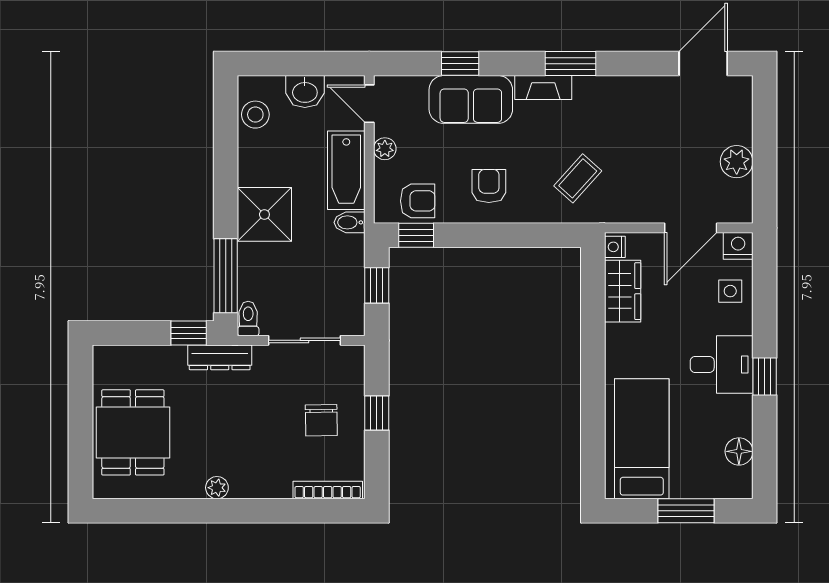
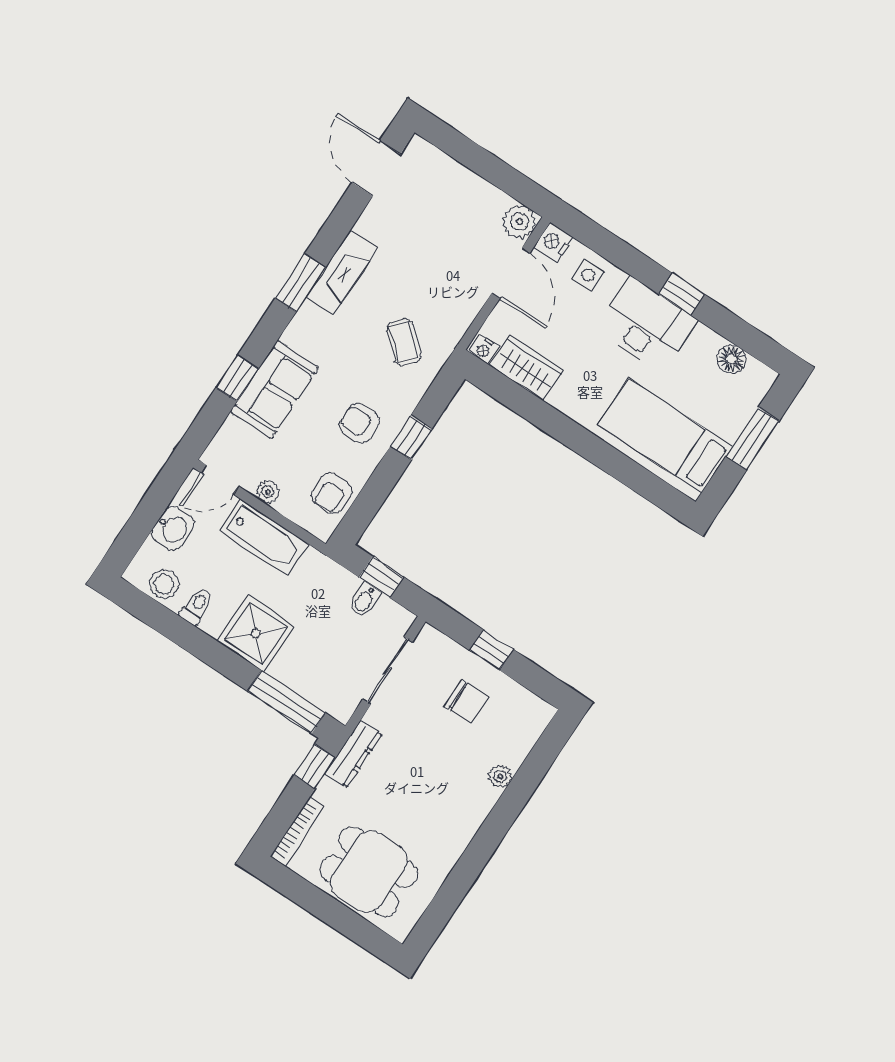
fireplace: (543, 87) -> (342, 273), moved, width x1.37, depth x1.32
plant: (737, 162) -> (519, 222), moved
armchair: (418, 201) -> (332, 493), turned 180
bidet: (349, 222) -> (365, 600), moved
window: (416, 235) -> (411, 438), moved
toilet: (248, 319) -> (197, 606), moved, turned 90
desk: (722, 364) -> (647, 324), width x1.37
plant: (217, 488) -> (500, 777), moved
bookcase: (328, 490) -> (297, 832), moved, turned 180

